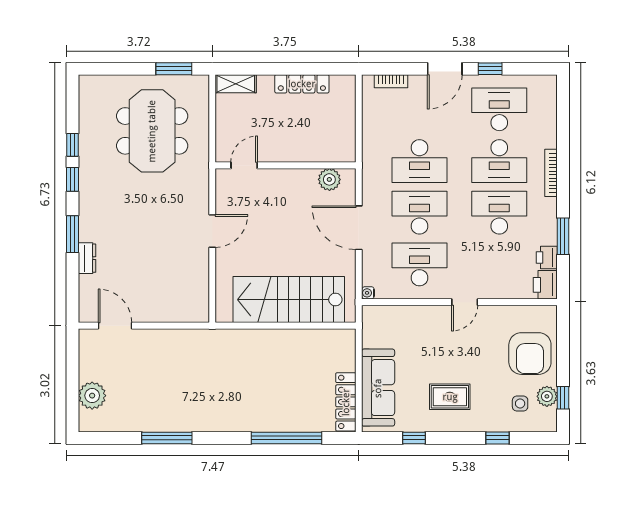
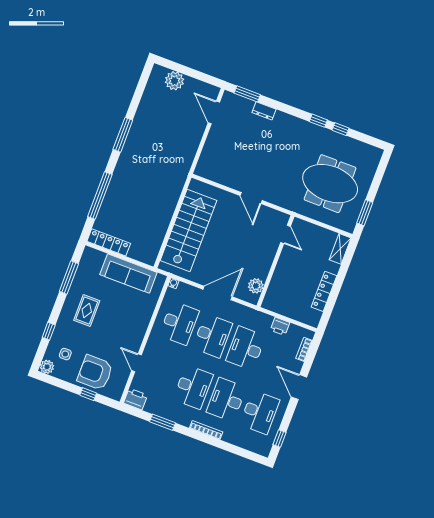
window: (490, 69) -> (280, 438), moved
window: (72, 234) -> (247, 94), moved
printer: (547, 258) -> (280, 326), moved, turned 180
door: (465, 302) -> (137, 363), moved
door: (115, 326) -> (214, 112), swing flipped
sofa: (378, 388) -> (128, 274), moved
plant: (547, 396) -> (47, 367), moved
window: (563, 398) -> (88, 394), moved
window: (167, 438) -> (123, 135), moved
window: (414, 438) -> (69, 277), width x2.17

